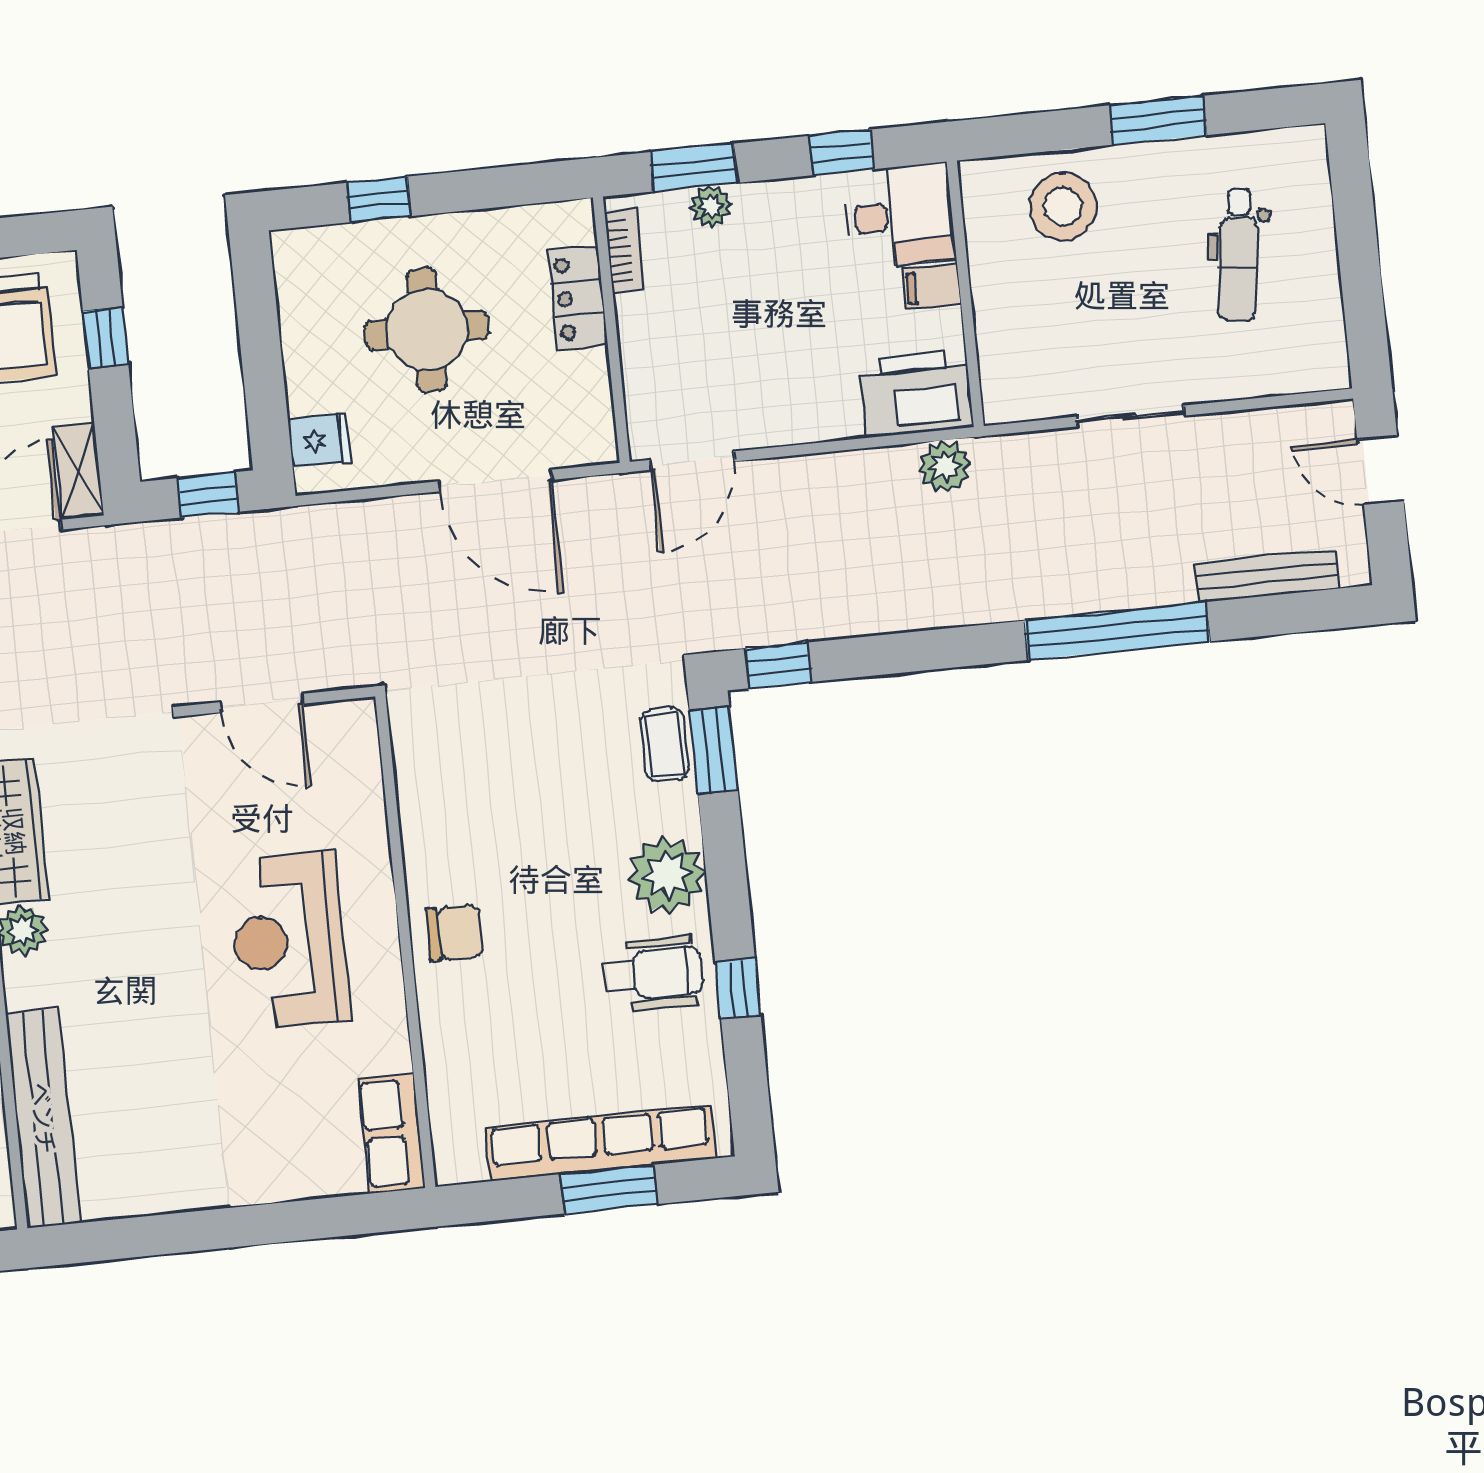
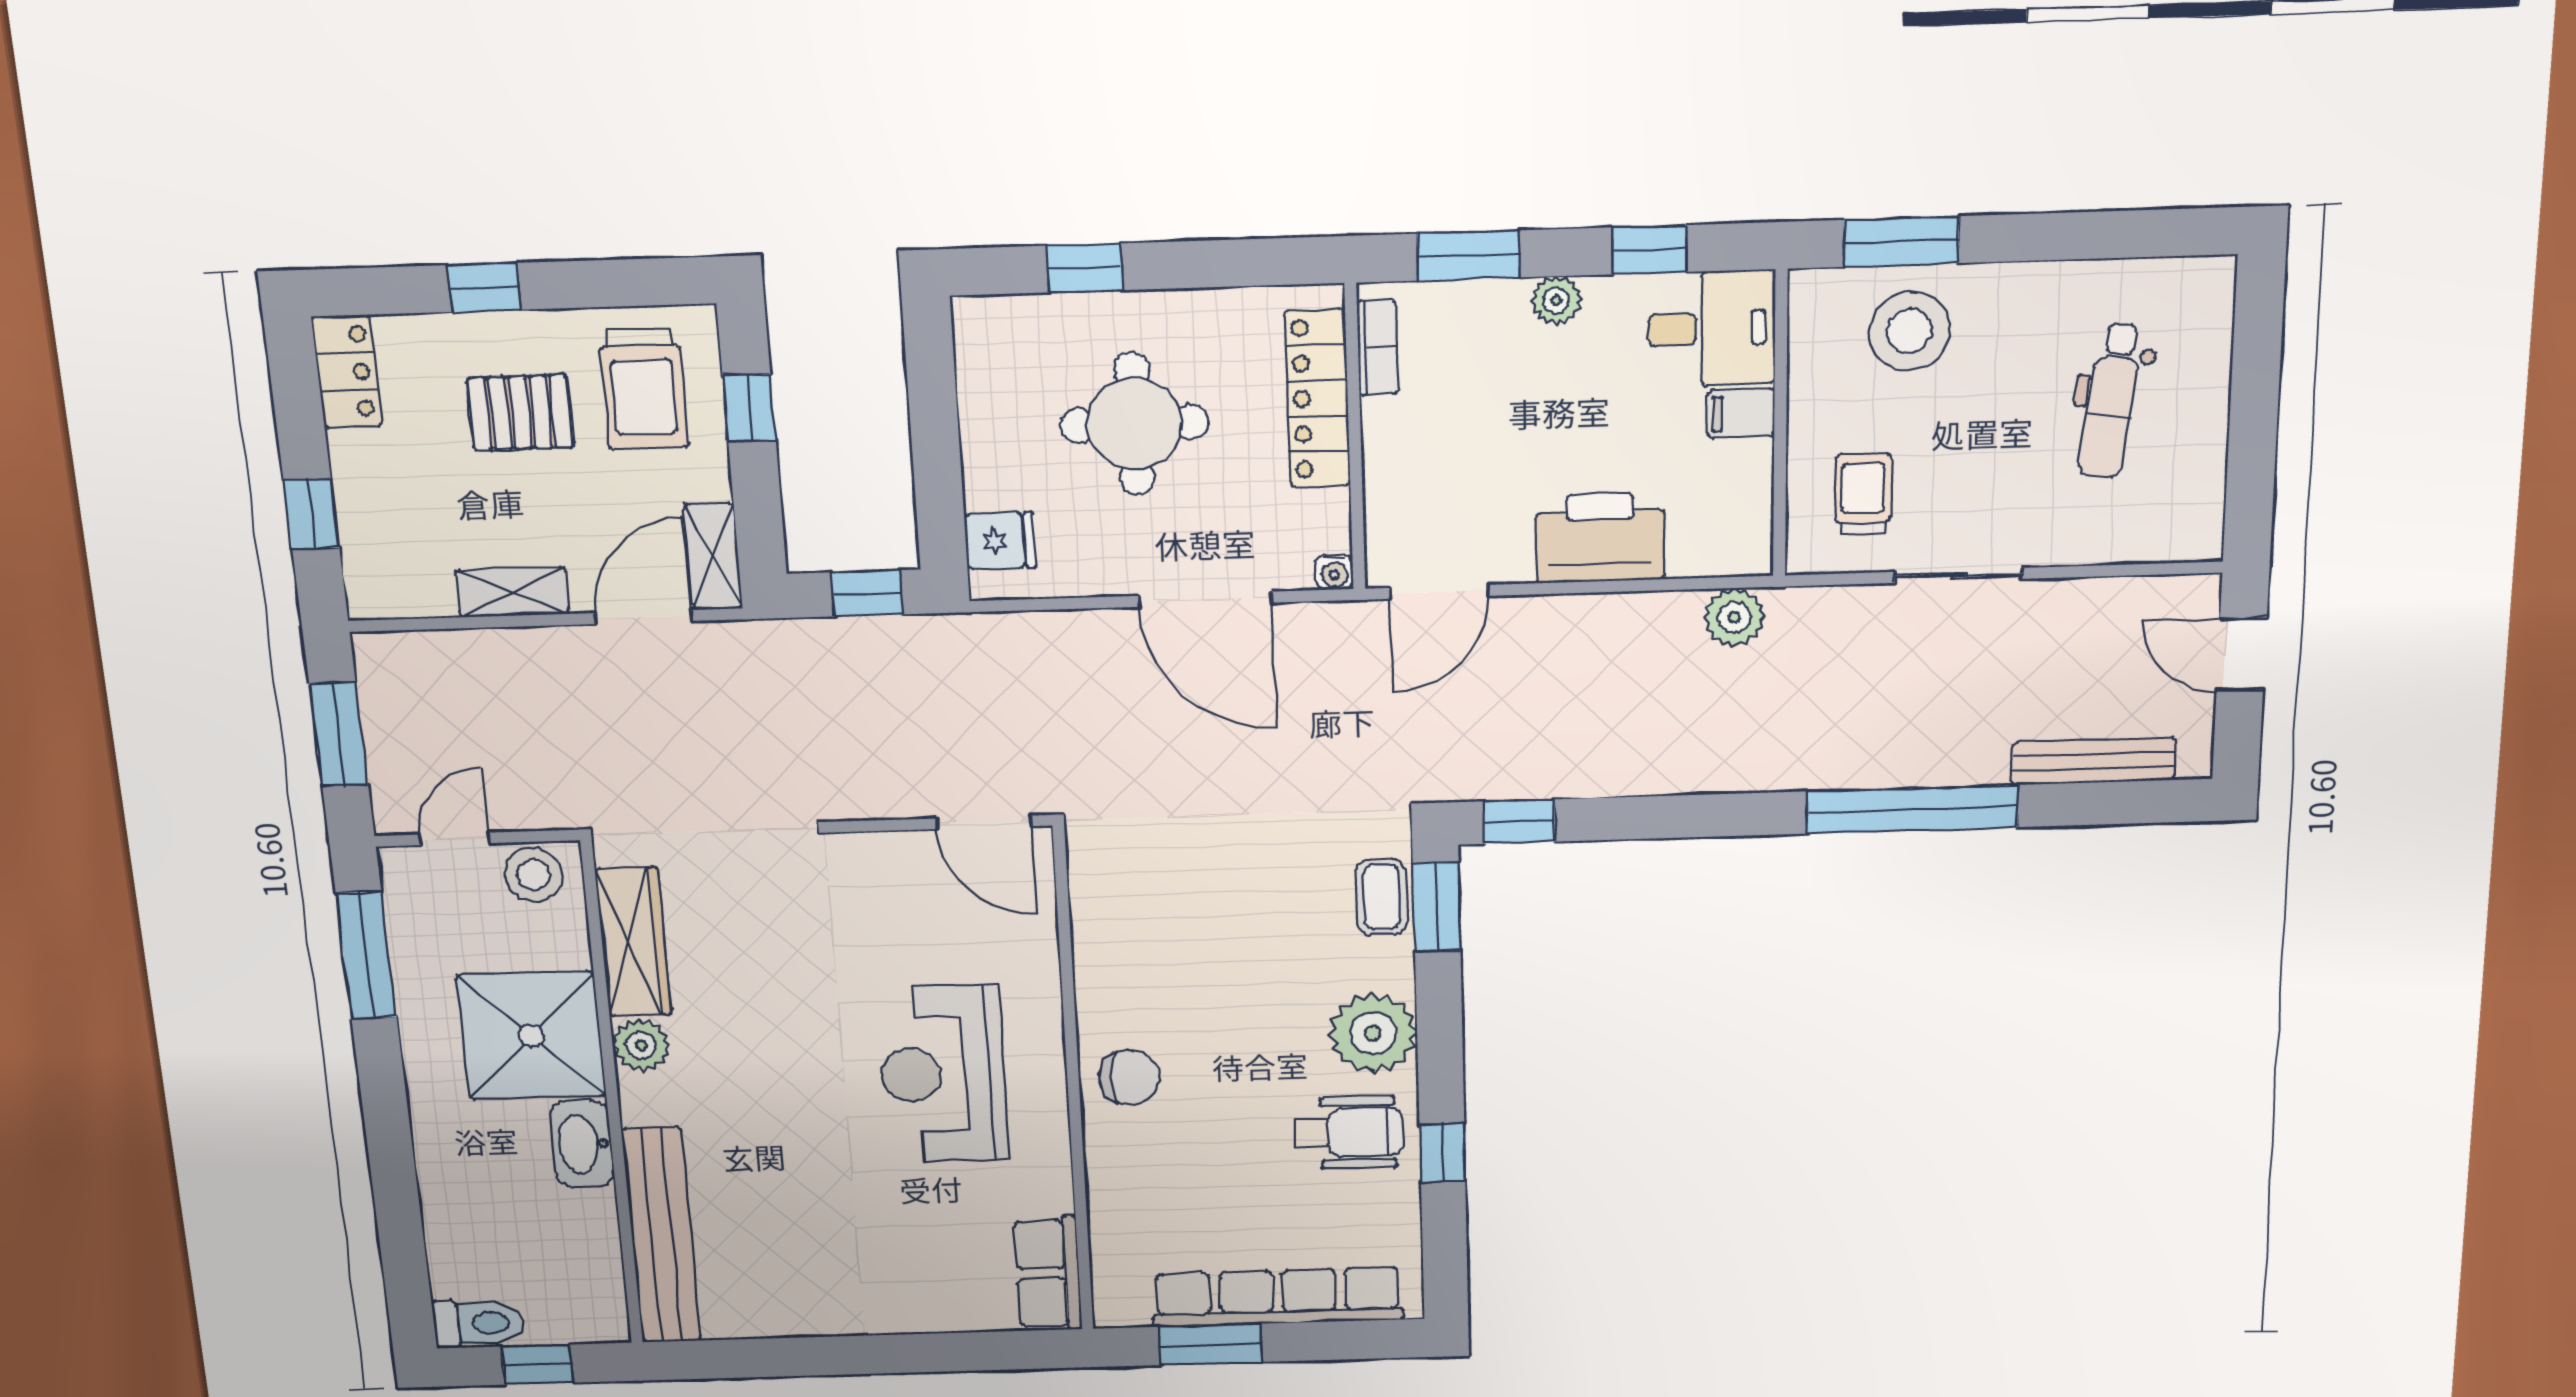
window: (1158, 120) -> (1901, 242), moved
plant: (711, 206) -> (1556, 300), moved
locker: (578, 298) -> (1317, 399), width x1.53
trolley: (1041, 350) -> (1863, 494), added
printer: (916, 394) -> (1600, 538), moved
water cooler: (603, 449) -> (1334, 572), added
door: (262, 703) -> (984, 822), moved
window: (609, 1189) -> (1211, 1344), moved

